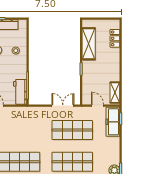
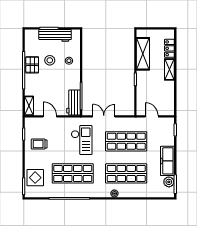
shelving: (115, 93) -> (169, 69), moved
double door: (63, 106) -> (104, 116), moved
freezer: (113, 122) -> (167, 161), moved
checkout: (28, 129) -> (82, 140), added

